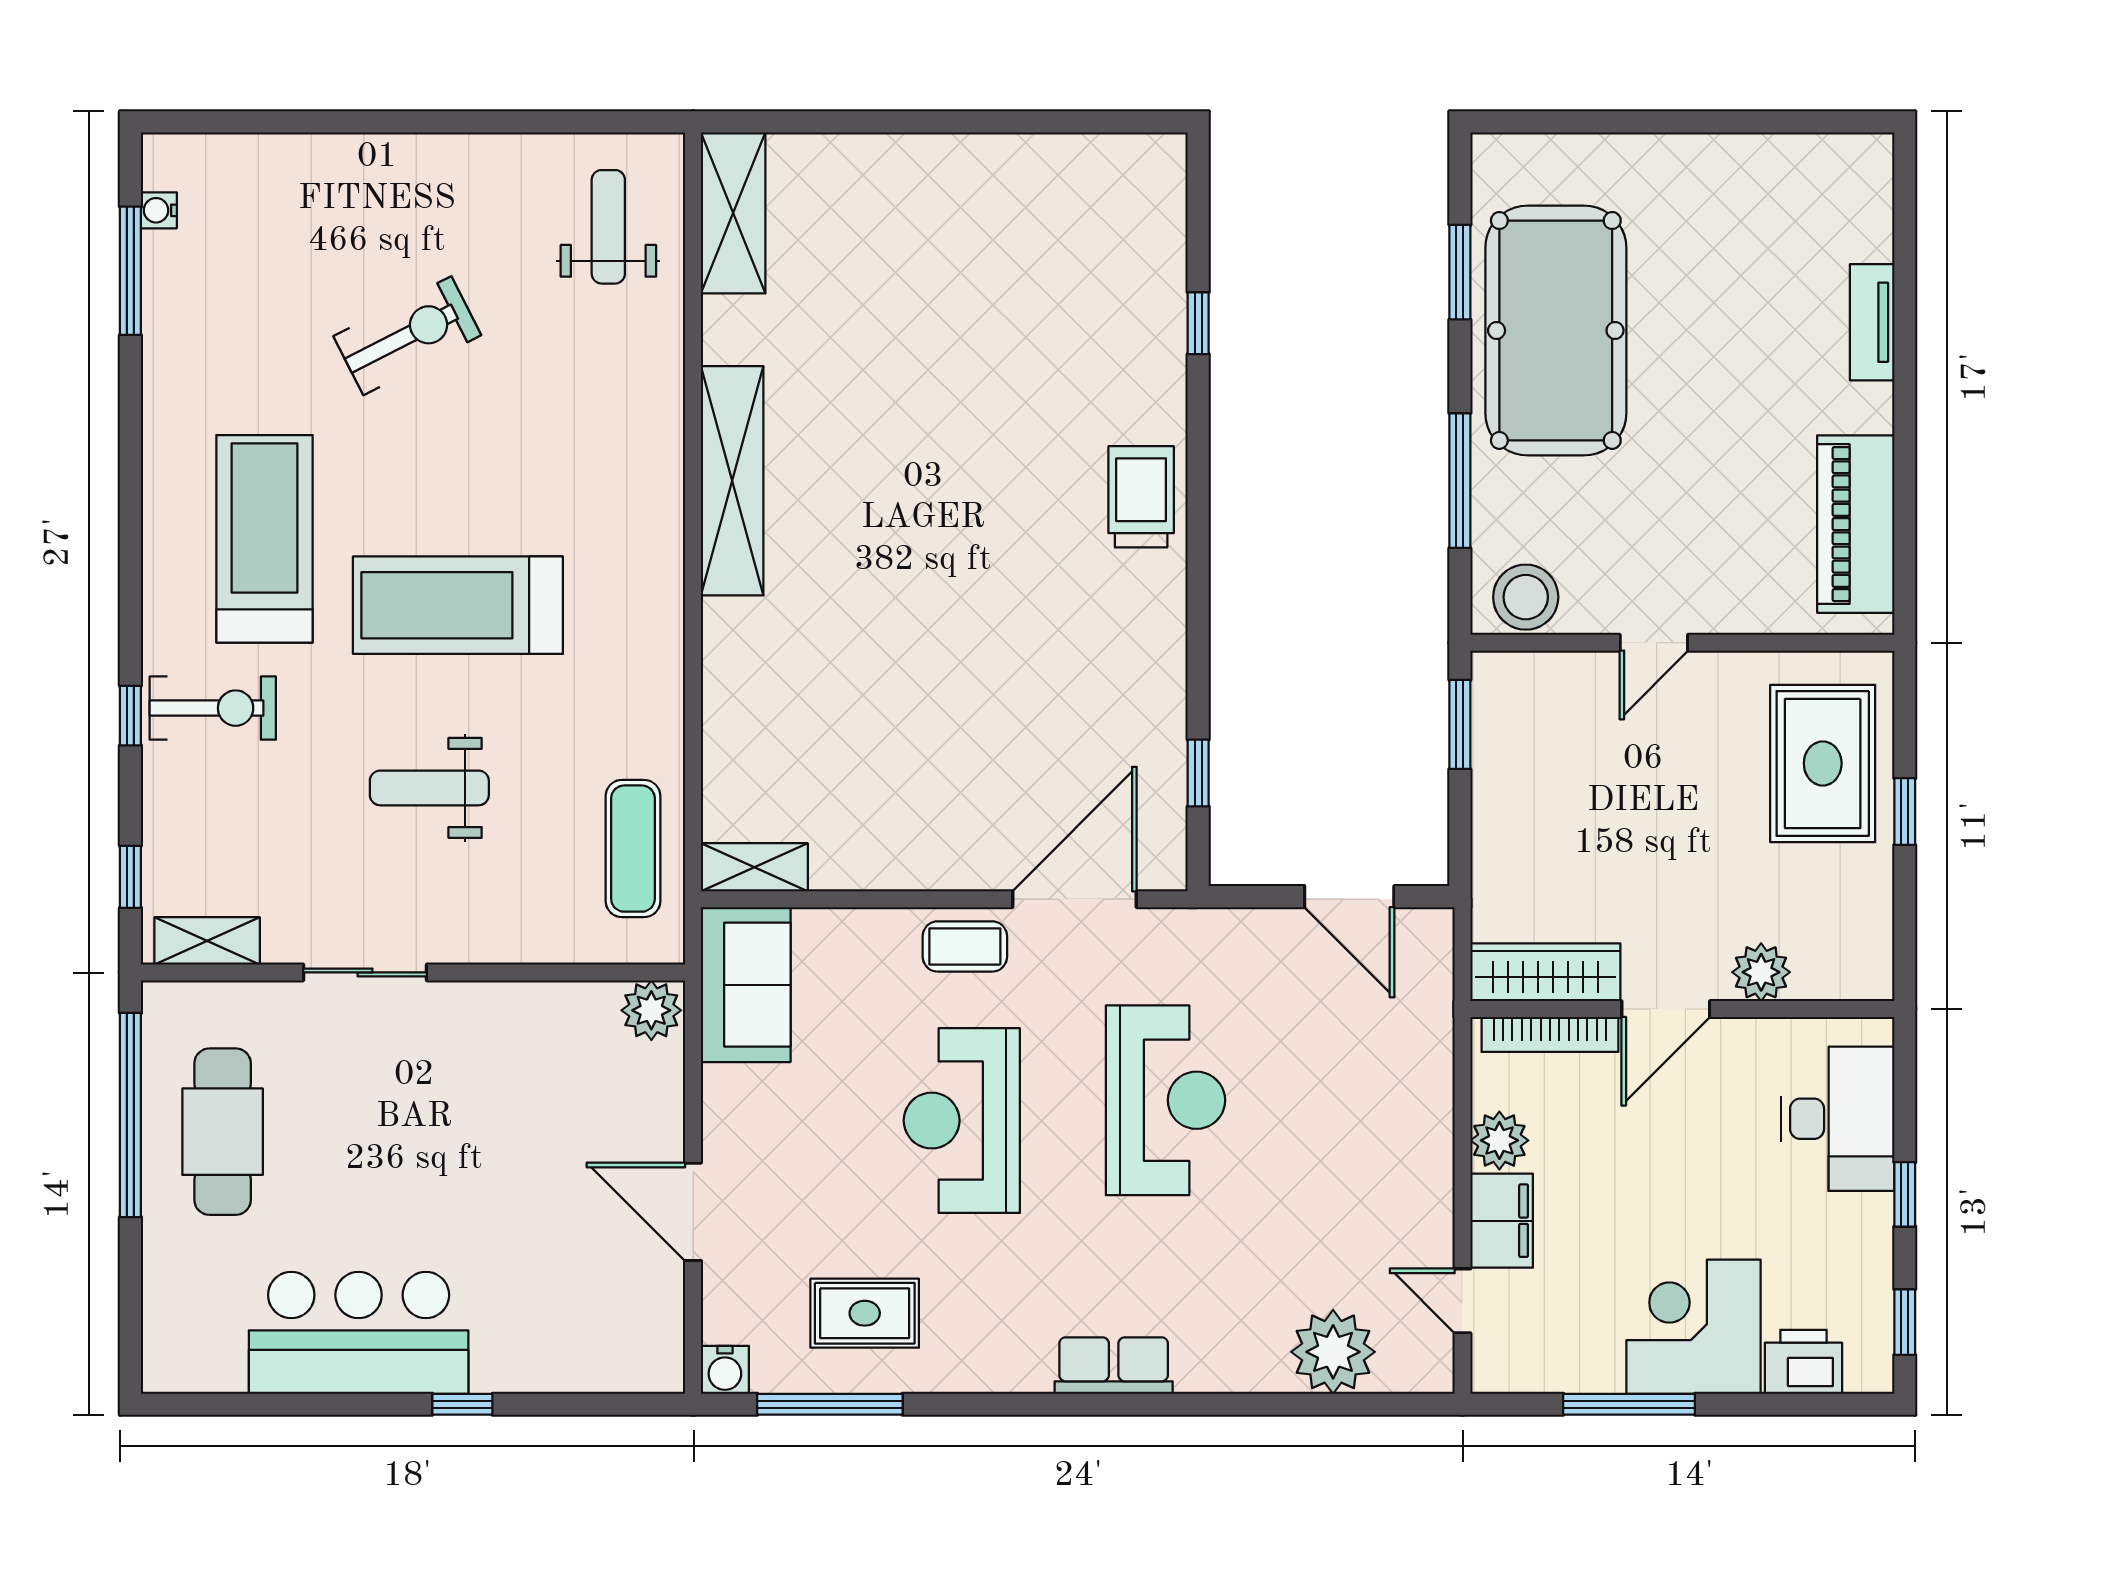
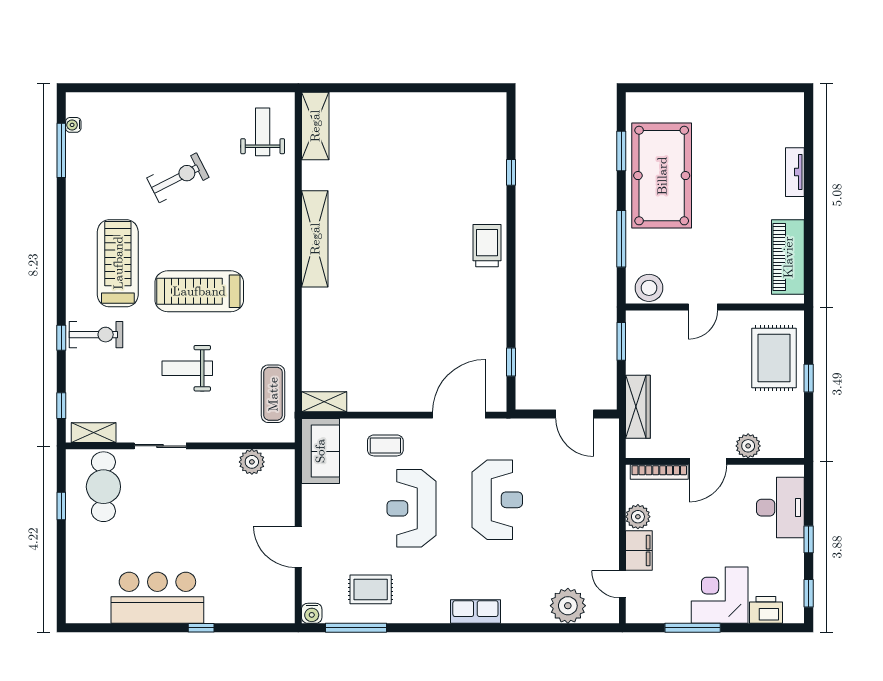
coffee table: (965, 946) -> (385, 445), moved
wardrobe: (1545, 972) -> (638, 407), moved, turned 90
plant: (651, 1010) -> (252, 462), moved
window: (130, 1115) -> (61, 506), width x0.32
cafe table: (223, 1132) -> (103, 487), moved

